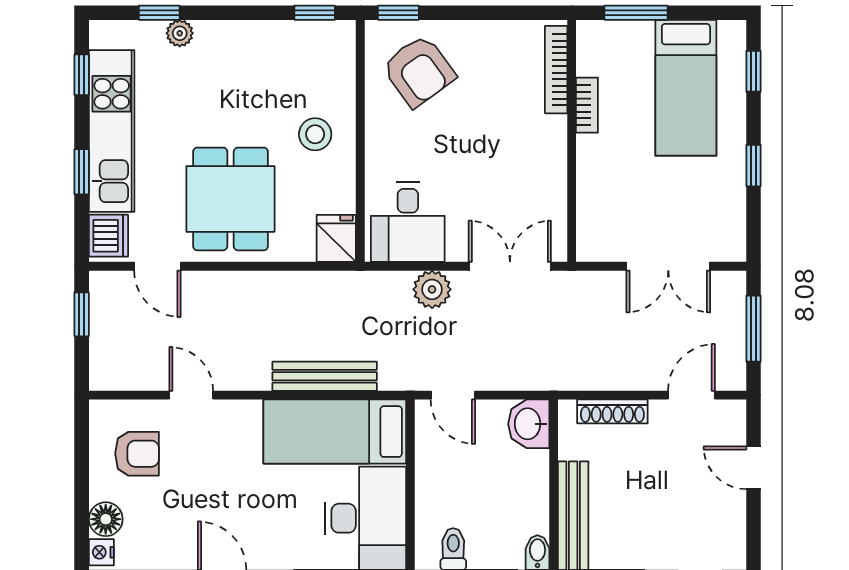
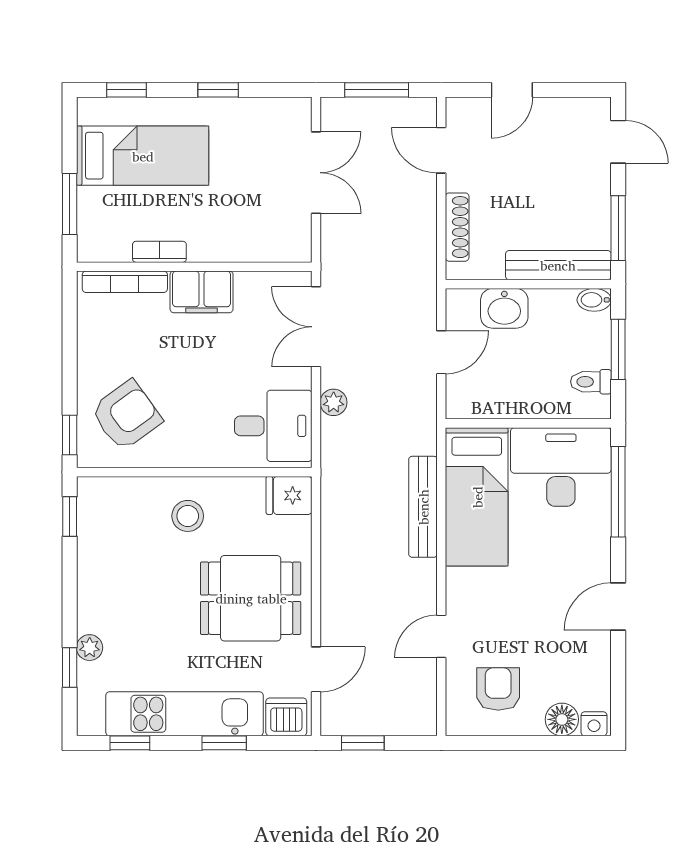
filing cabinet: (546, 148) -> (202, 292), added
plant: (432, 289) -> (334, 402), width x0.73, depth x0.73
door: (453, 395) -> (441, 352), moved
washbasin: (529, 424) -> (504, 308), moved

